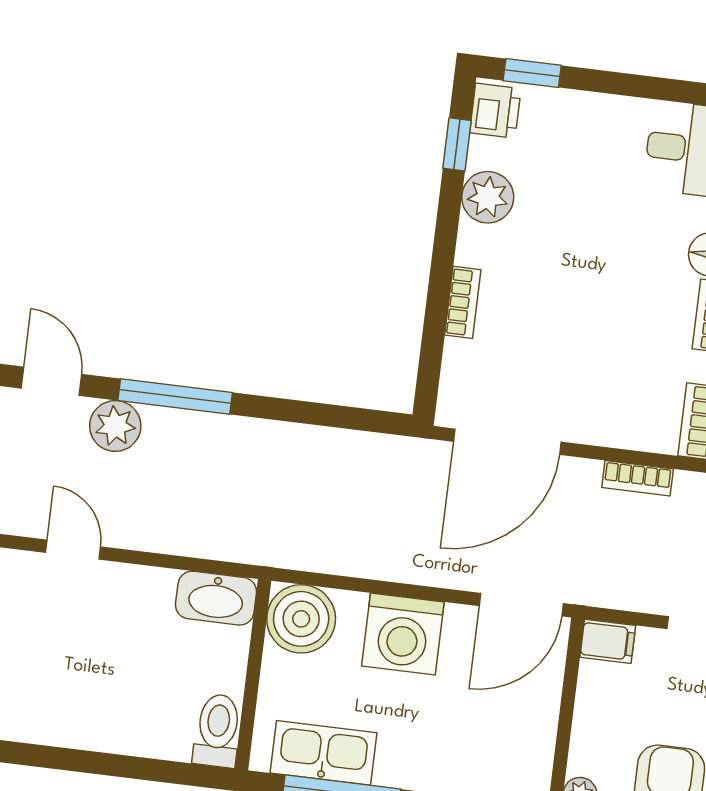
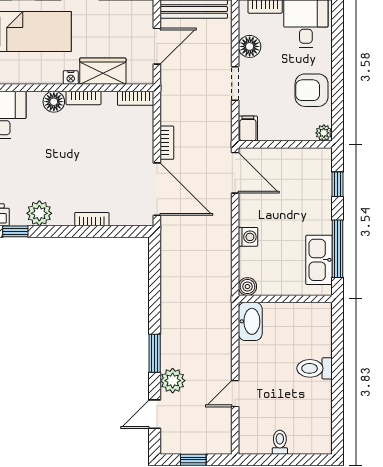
window: (175, 396) -> (155, 353), width x0.69
bookcase: (638, 478) -> (167, 143), moved
boiler: (301, 619) -> (247, 287), width x0.54, depth x0.54
washing machine: (403, 634) -> (248, 237), width x0.53, depth x0.53
toilet: (217, 731) -> (314, 368), moved

